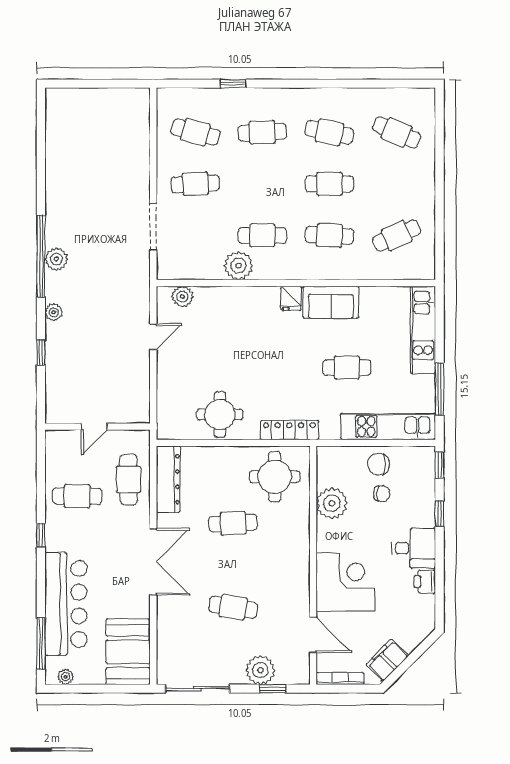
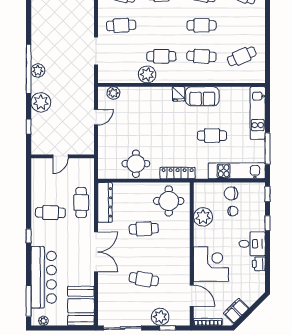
plant: (54, 312) -> (41, 102), width x1.87, depth x1.87
door: (94, 427) -> (61, 156), moved
wall: (98, 427) -> (63, 156), moved

